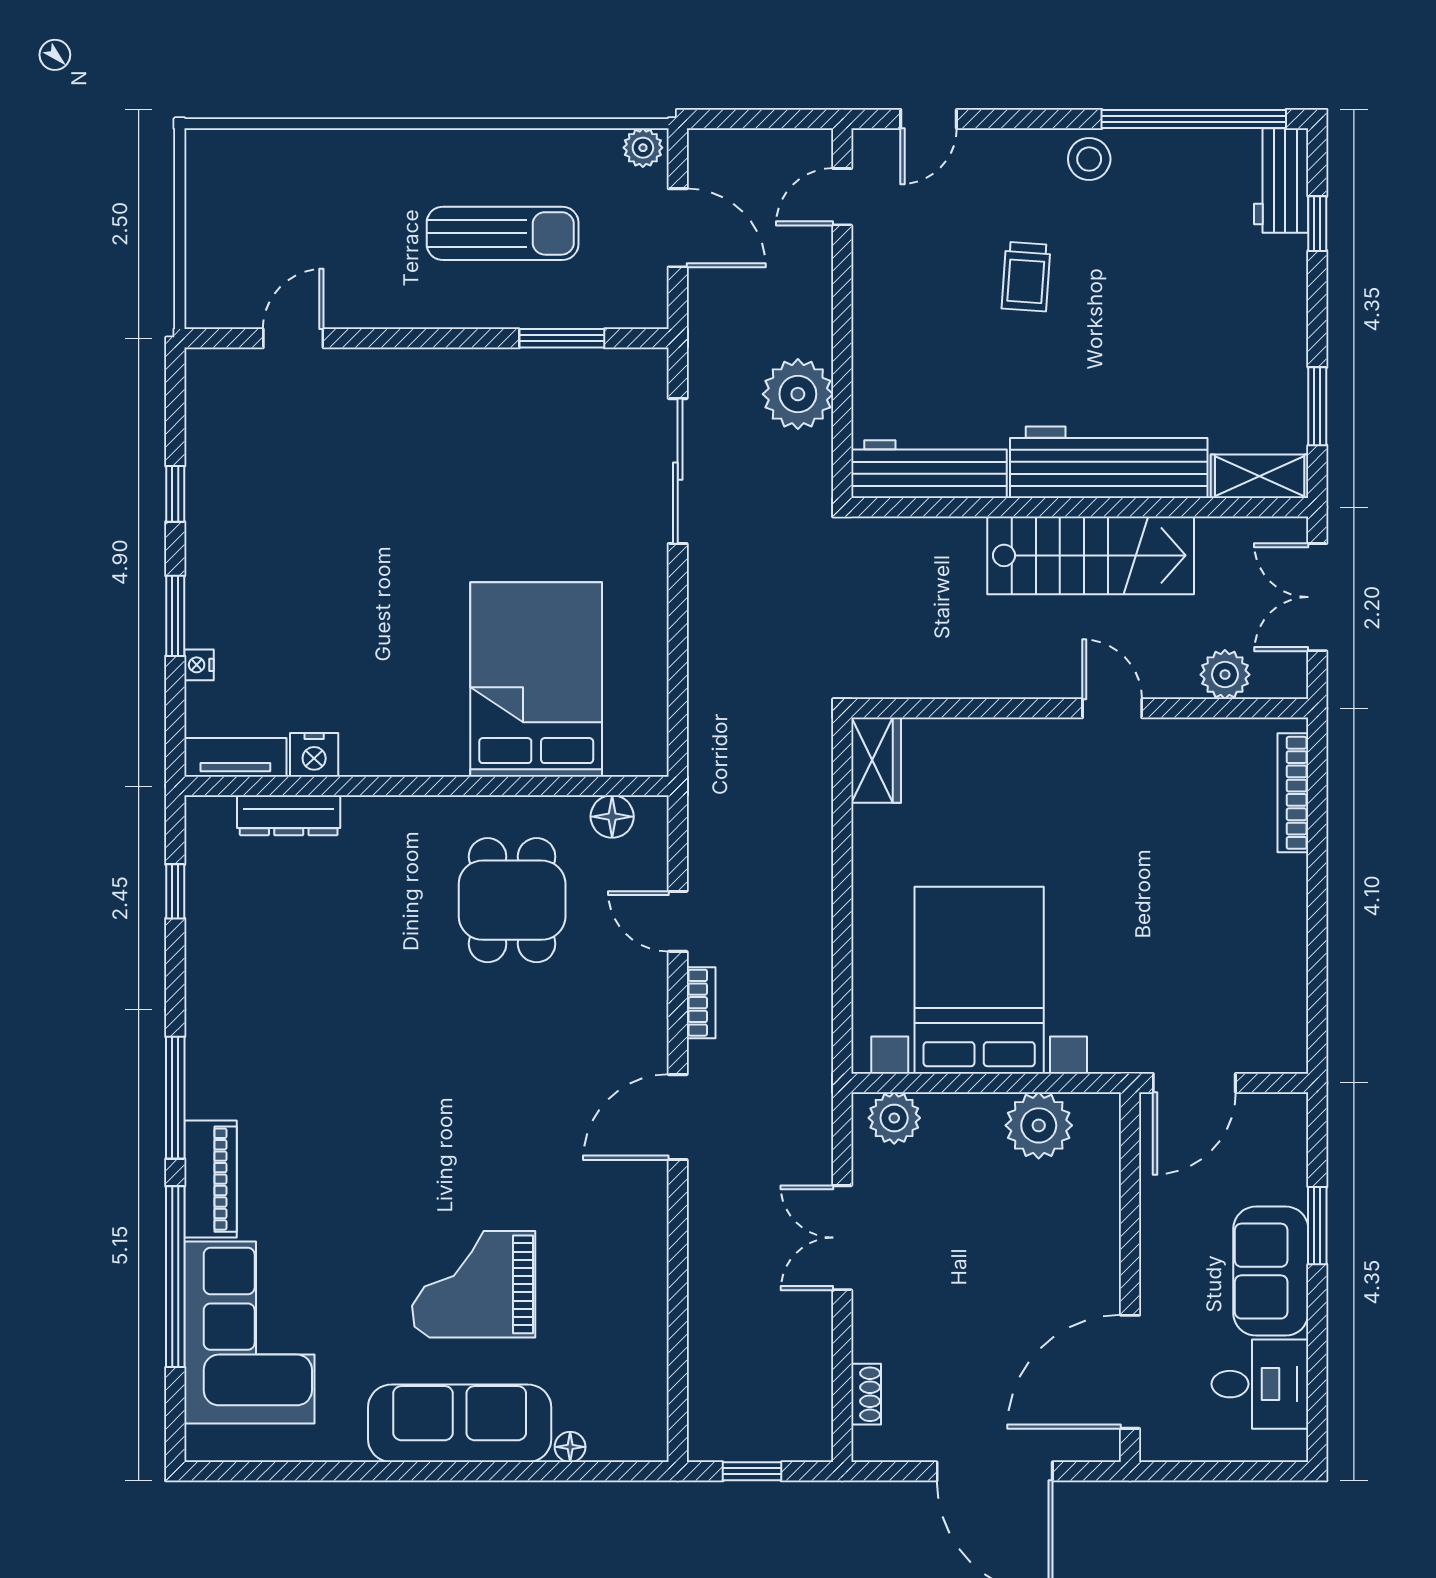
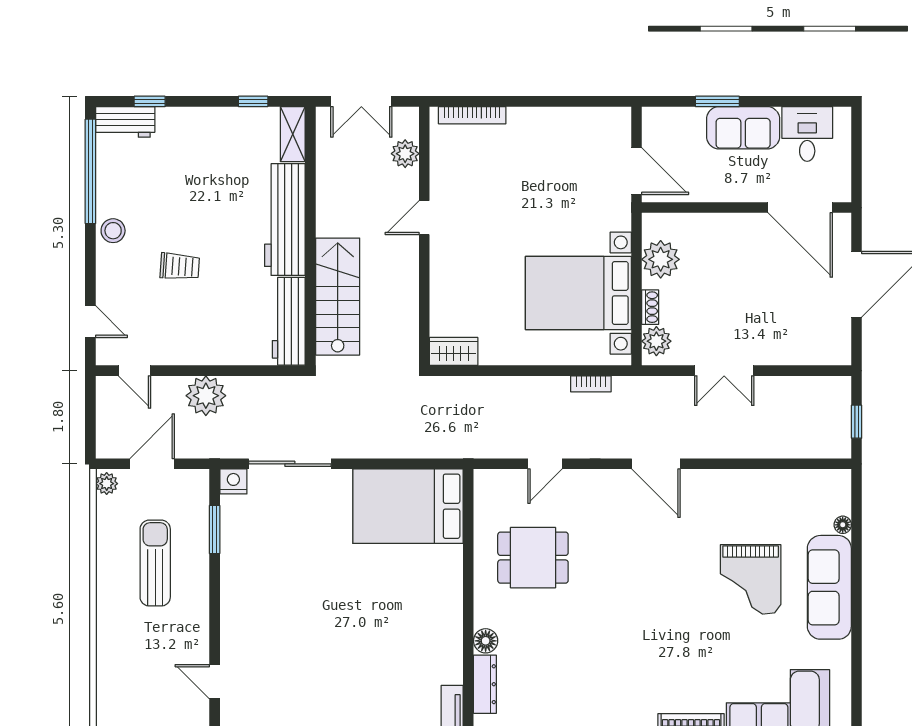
plant: (798, 394) -> (206, 396), moved
window: (1317, 406) -> (253, 101), width x0.67
stairs: (1091, 555) -> (338, 297), moved
bed: (536, 679) -> (408, 506), moved
nightstand: (314, 755) -> (233, 481), moved, turned -90
floor lamp: (612, 817) -> (486, 641), moved
bookcase: (701, 1003) -> (591, 384), moved, turned 180
shoe rack: (866, 1394) -> (650, 307), moved, turned 90

